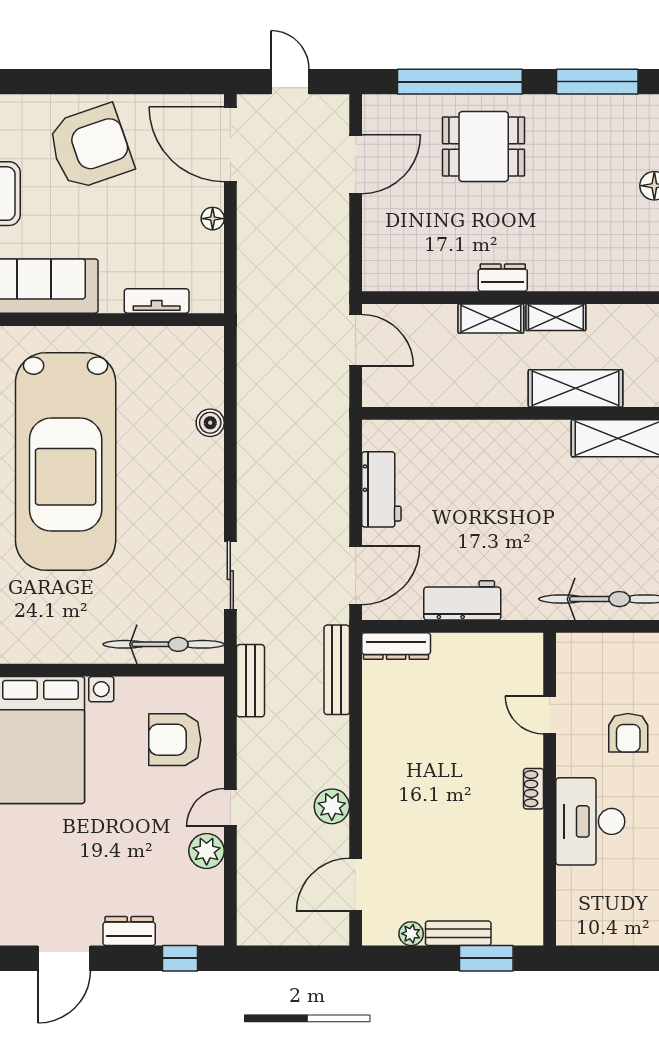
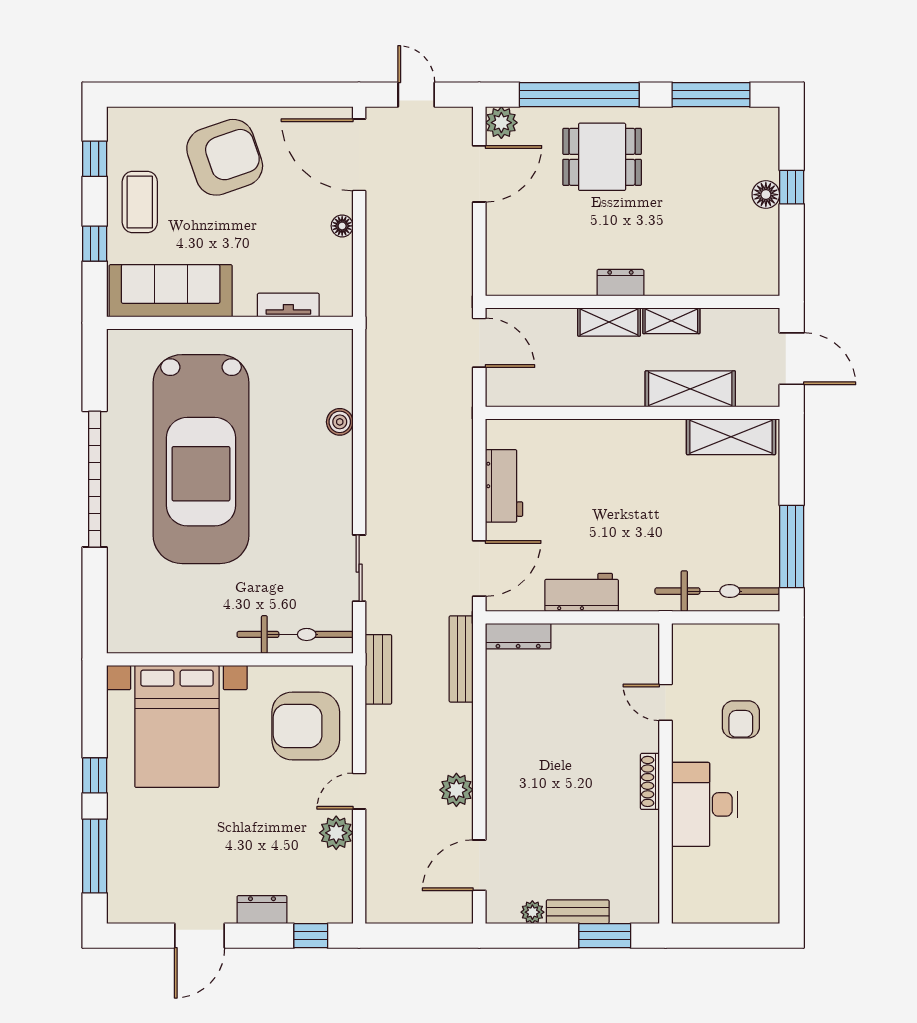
plant: (379, 111) -> (501, 123), added
armchair: (175, 740) -> (306, 726), width x1.36, depth x1.36
shoe rack: (534, 789) -> (650, 781), width x1.43

